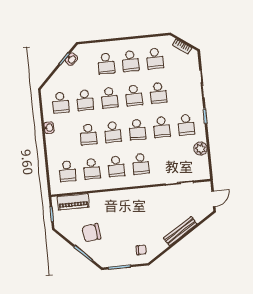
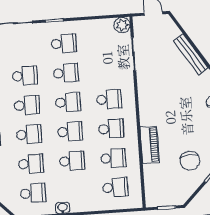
plant: (201, 149) -> (122, 25), moved
piano: (73, 202) -> (150, 145), moved

